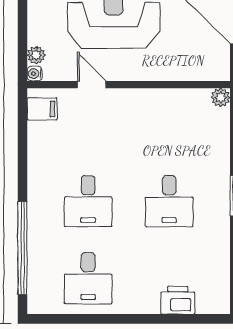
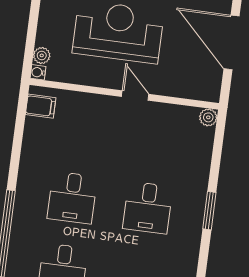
door: (92, 85) -> (135, 95), moved

